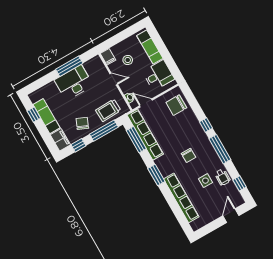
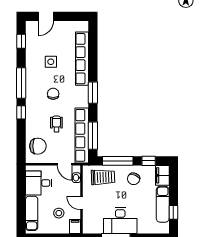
wheelchair: (222, 177) -> (56, 124), moved

